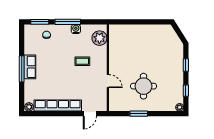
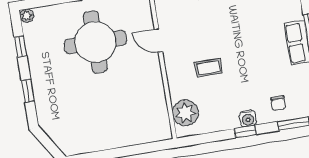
window: (68, 22) -> (245, 132), width x0.46
water cooler: (76, 29) -> (248, 119), moved
round table: (143, 86) -> (95, 42), width x1.36, depth x1.36

